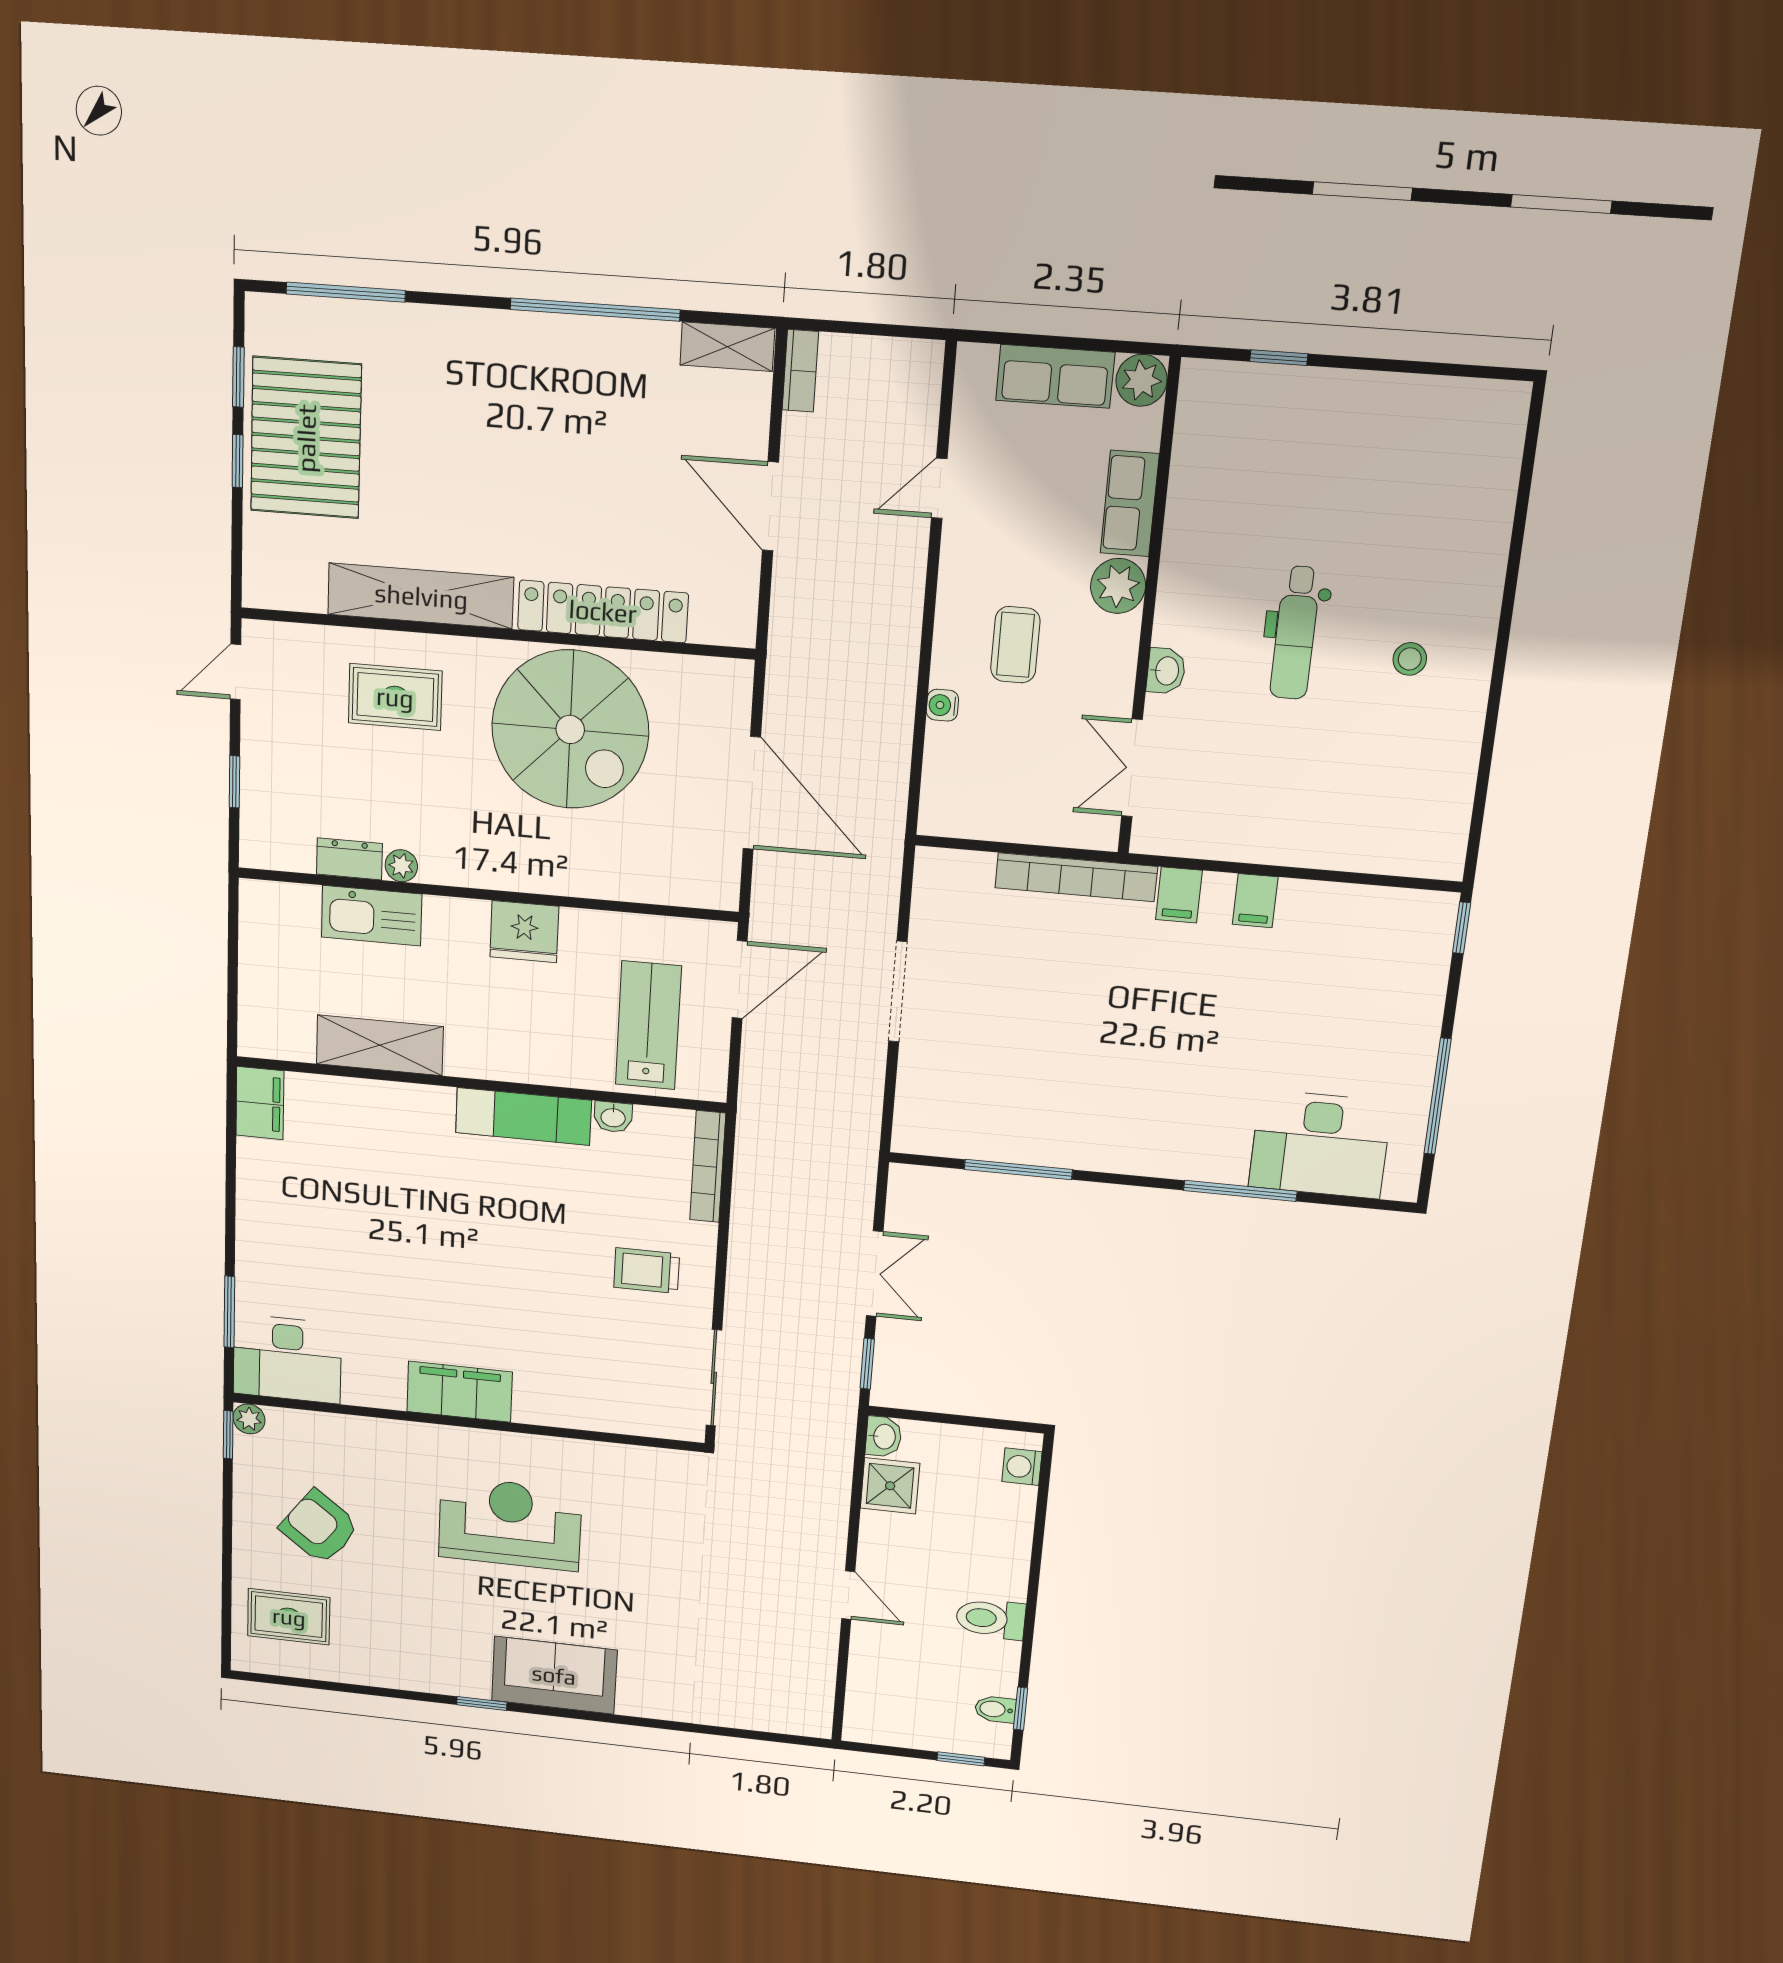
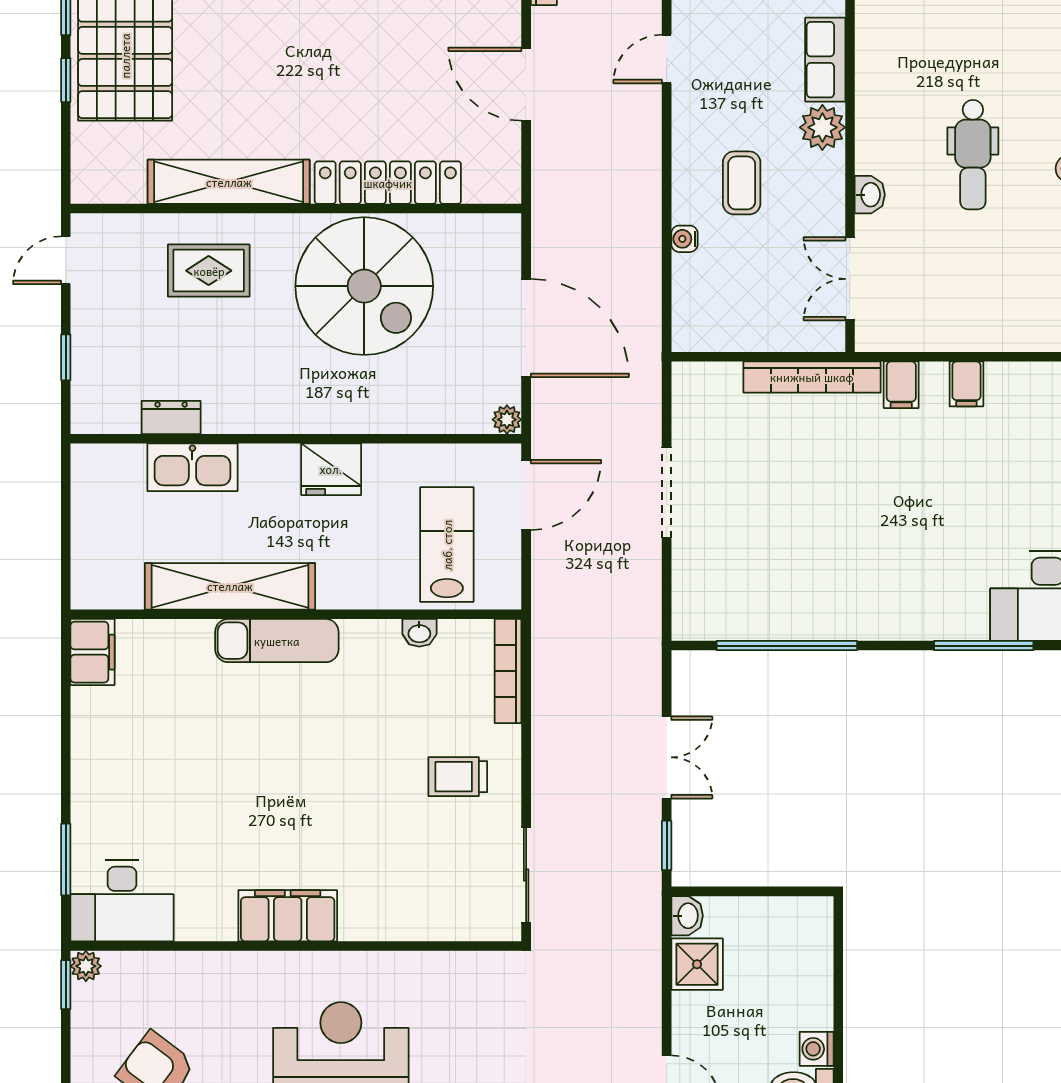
plant: (401, 866) -> (507, 420), moved
shelving: (380, 1045) -> (230, 586), width x1.47
exam couch: (523, 1116) -> (277, 641), moved
window: (1018, 1169) -> (787, 646), width x1.46
washing machine: (1022, 1467) -> (817, 1049), moved

